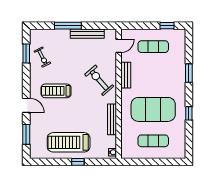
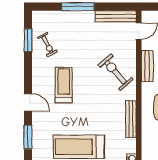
bench: (87, 34) -> (116, 16), moved
treadmill: (56, 91) -> (64, 85), turned 90

